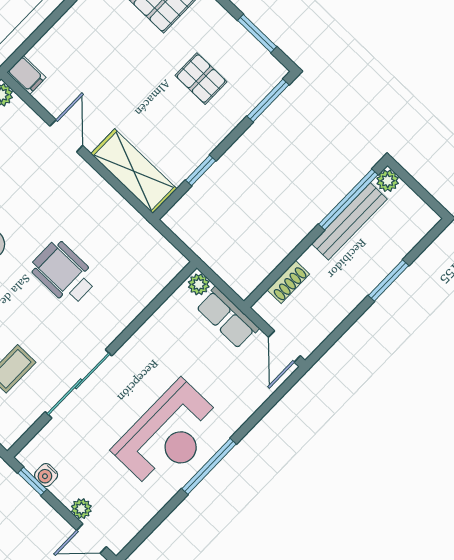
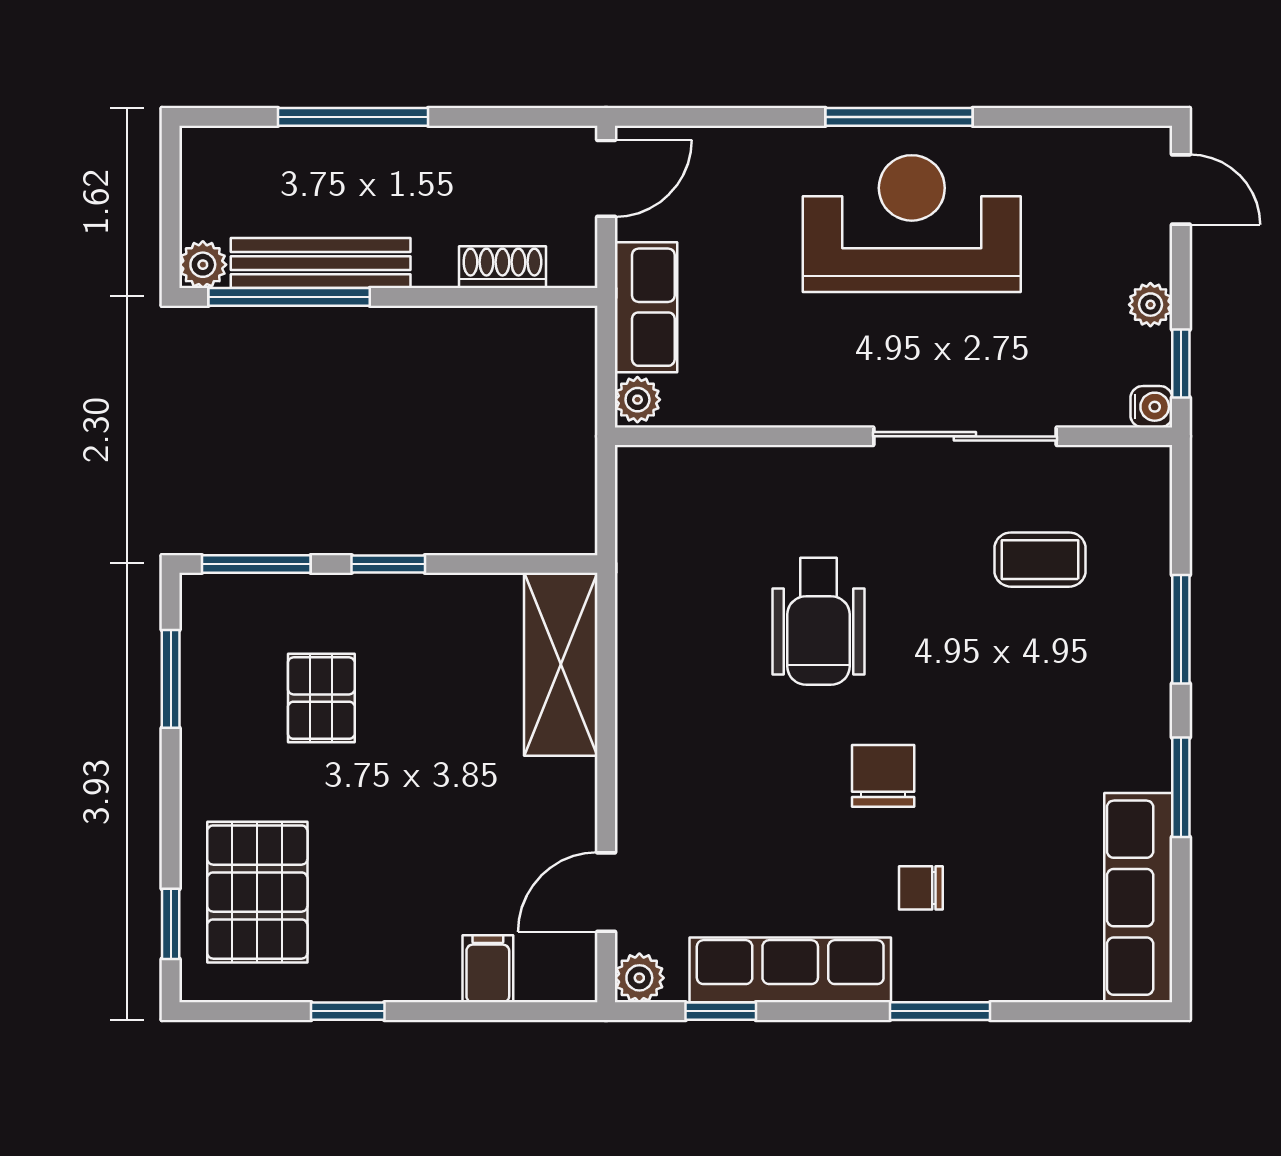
filing cabinet: (26, 75) -> (488, 969), moved
door: (66, 136) -> (606, 892), moved
window: (201, 170) -> (388, 564), moved
window: (388, 280) -> (353, 117), width x1.44
water cooler: (46, 475) -> (1151, 407), moved
plant: (81, 509) -> (1150, 305), moved

